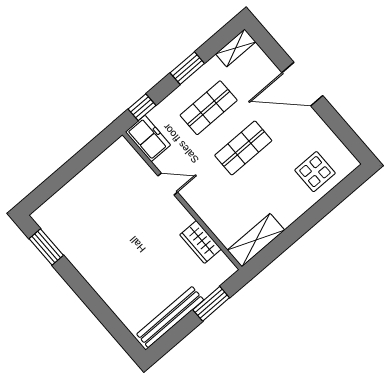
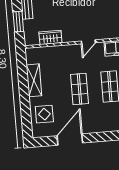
door: (302, 84) -> (70, 139), moved
shelving: (256, 240) -> (34, 80), moved

